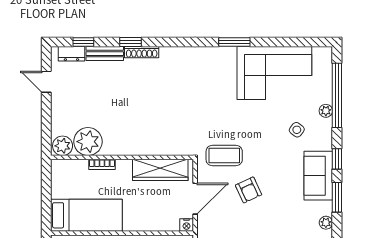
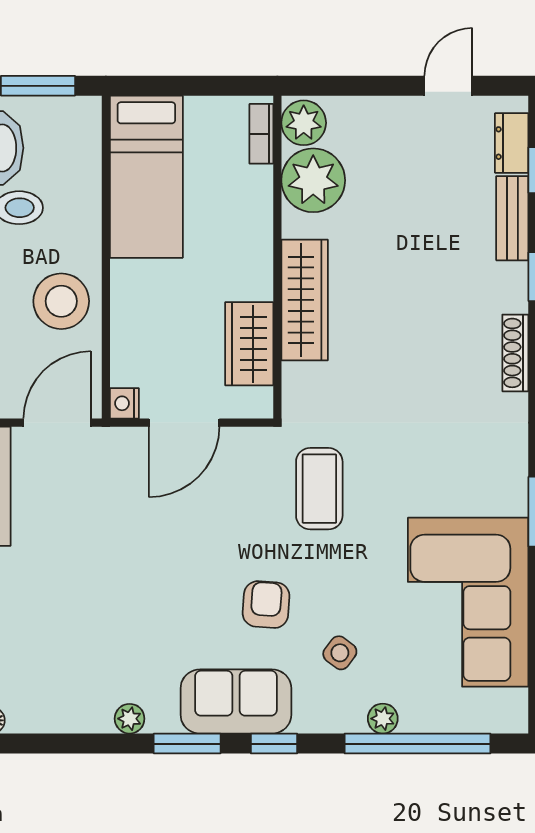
shoe rack: (142, 52) -> (515, 353), moved
wardrobe: (141, 145) -> (305, 300), added
coffee table: (224, 156) -> (319, 489), moved
bookcase: (102, 164) -> (261, 134), moved
wardrobe: (160, 170) -> (249, 344), width x0.67
armchair: (249, 190) -> (266, 605), moved, turned 119
door: (195, 199) -> (184, 423), hinge flipped

